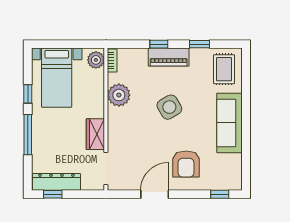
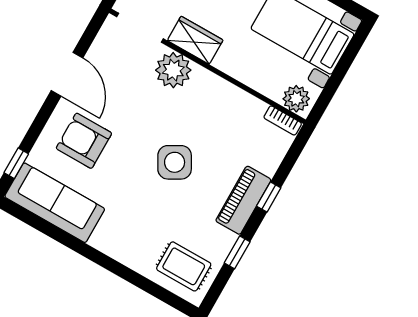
plant: (119, 95) -> (173, 70), moved
sofa: (229, 123) -> (55, 203), moved

